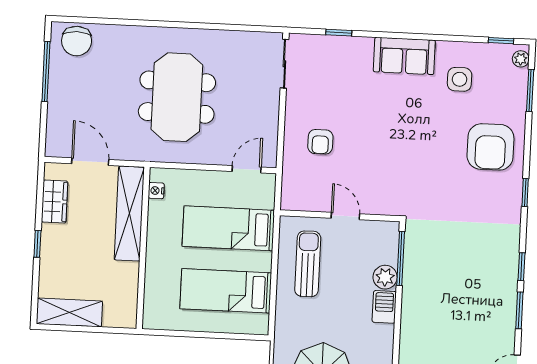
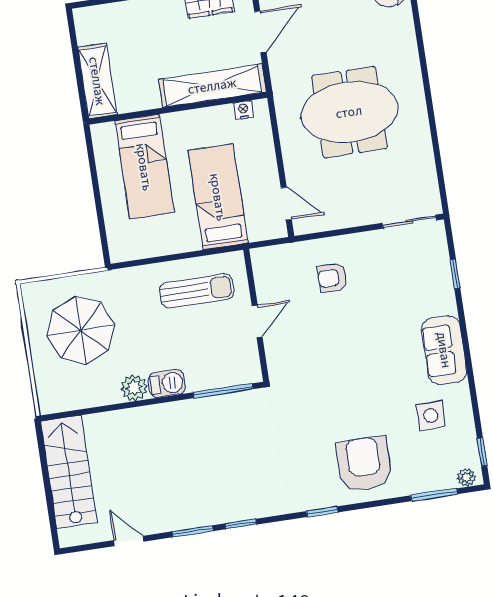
armchair: (490, 147) -> (364, 464), turned 90
plant: (385, 277) -> (134, 388), moved
bed: (226, 291) -> (144, 167), moved, turned 180
shelving: (69, 312) -> (97, 81), moved

